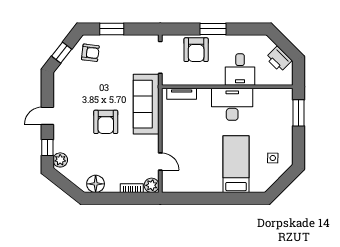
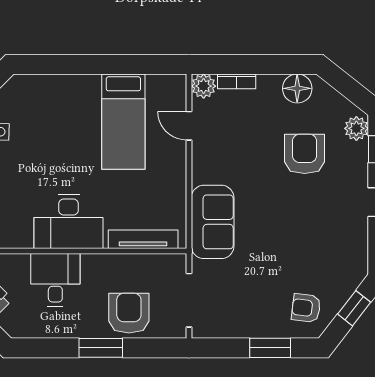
tv unit: (182, 94) -> (143, 239), width x1.41
sofa: (146, 104) -> (213, 222), width x0.73
armchair: (106, 122) -> (305, 154), moved
bed: (236, 164) -> (123, 122), moved

